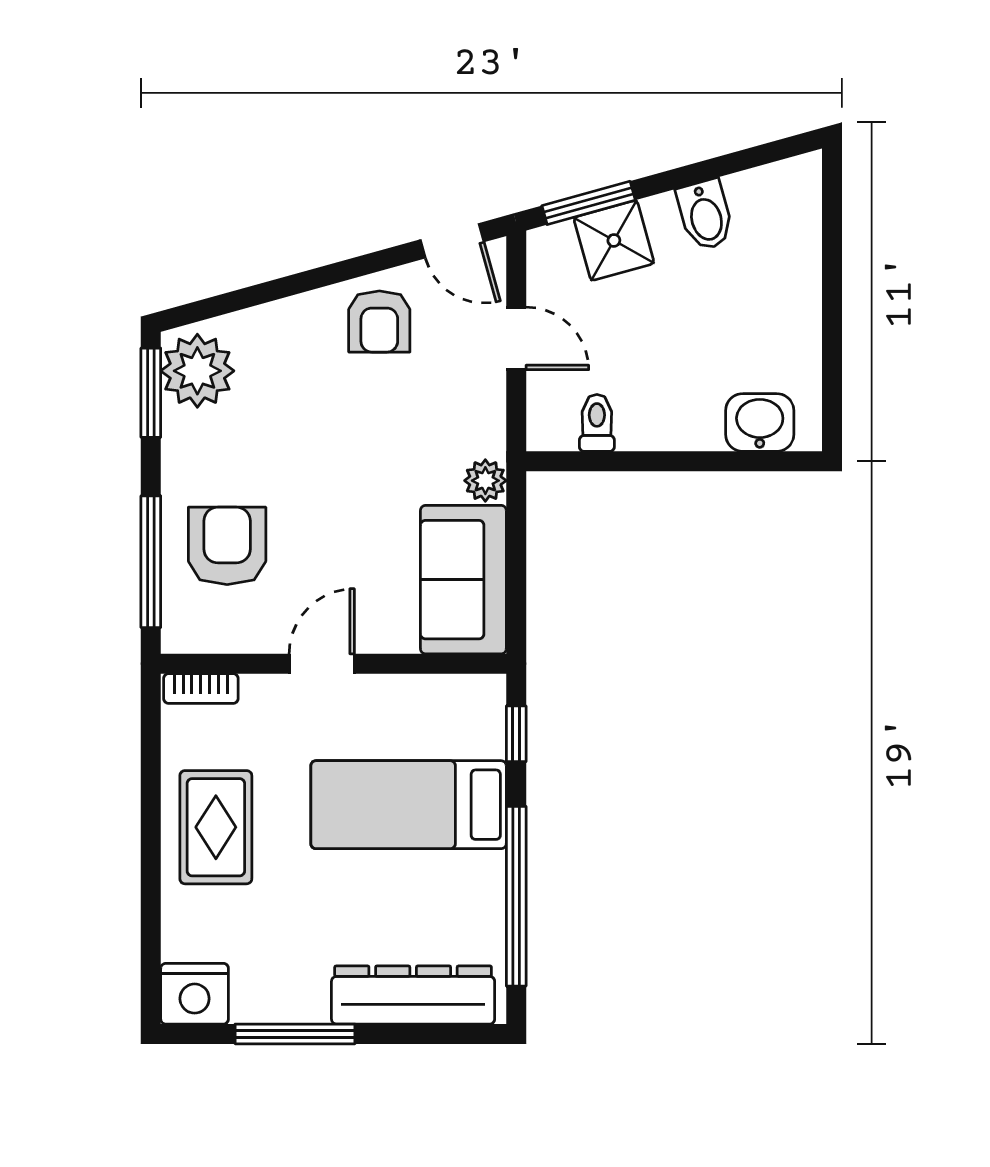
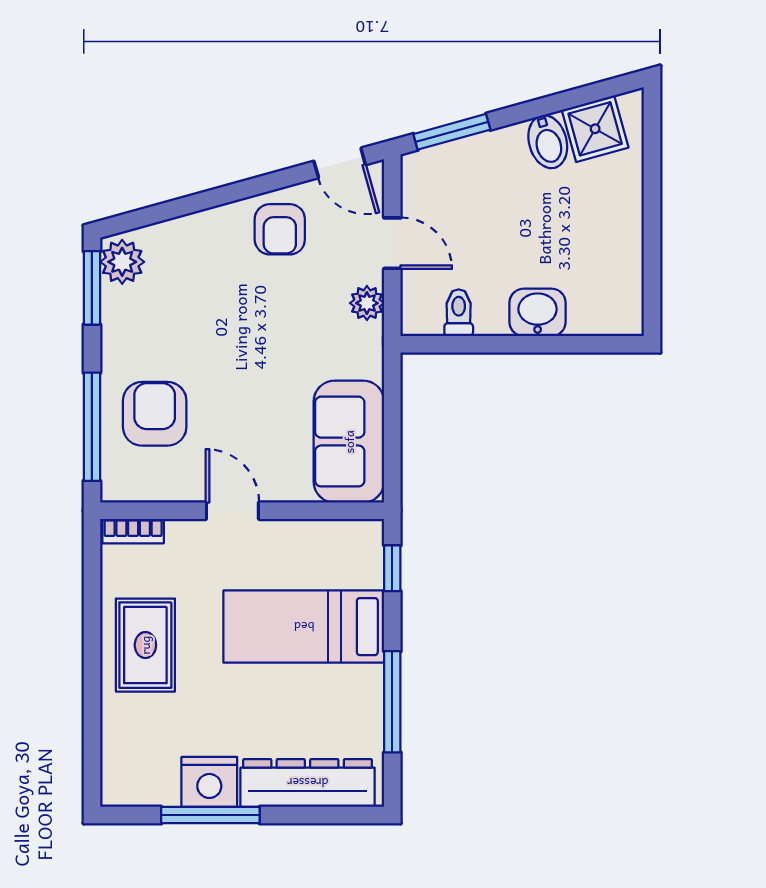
shower: (614, 240) -> (595, 129), moved
plant: (197, 371) -> (122, 262), width x0.73, depth x0.73
washbasin: (760, 423) -> (538, 312), moved
plant: (485, 481) -> (367, 303), moved
door: (322, 664) -> (232, 511), hinge flipped
window: (516, 896) -> (392, 702), width x0.68
nightstand: (195, 994) -> (209, 782), moved

